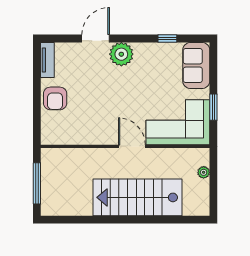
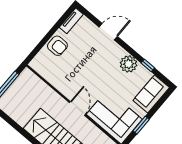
plant: (121, 54) -> (129, 64), moved
armchair: (55, 98) -> (57, 46), turned -90

